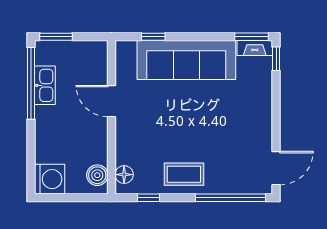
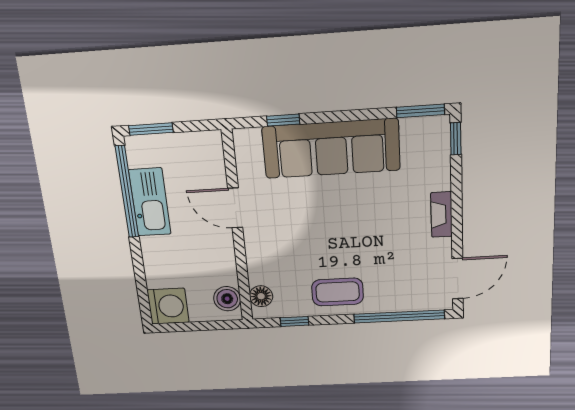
fireplace: (255, 48) -> (441, 214), moved, turned 90
kitchen sink: (45, 85) -> (150, 202), width x1.36, depth x1.24

